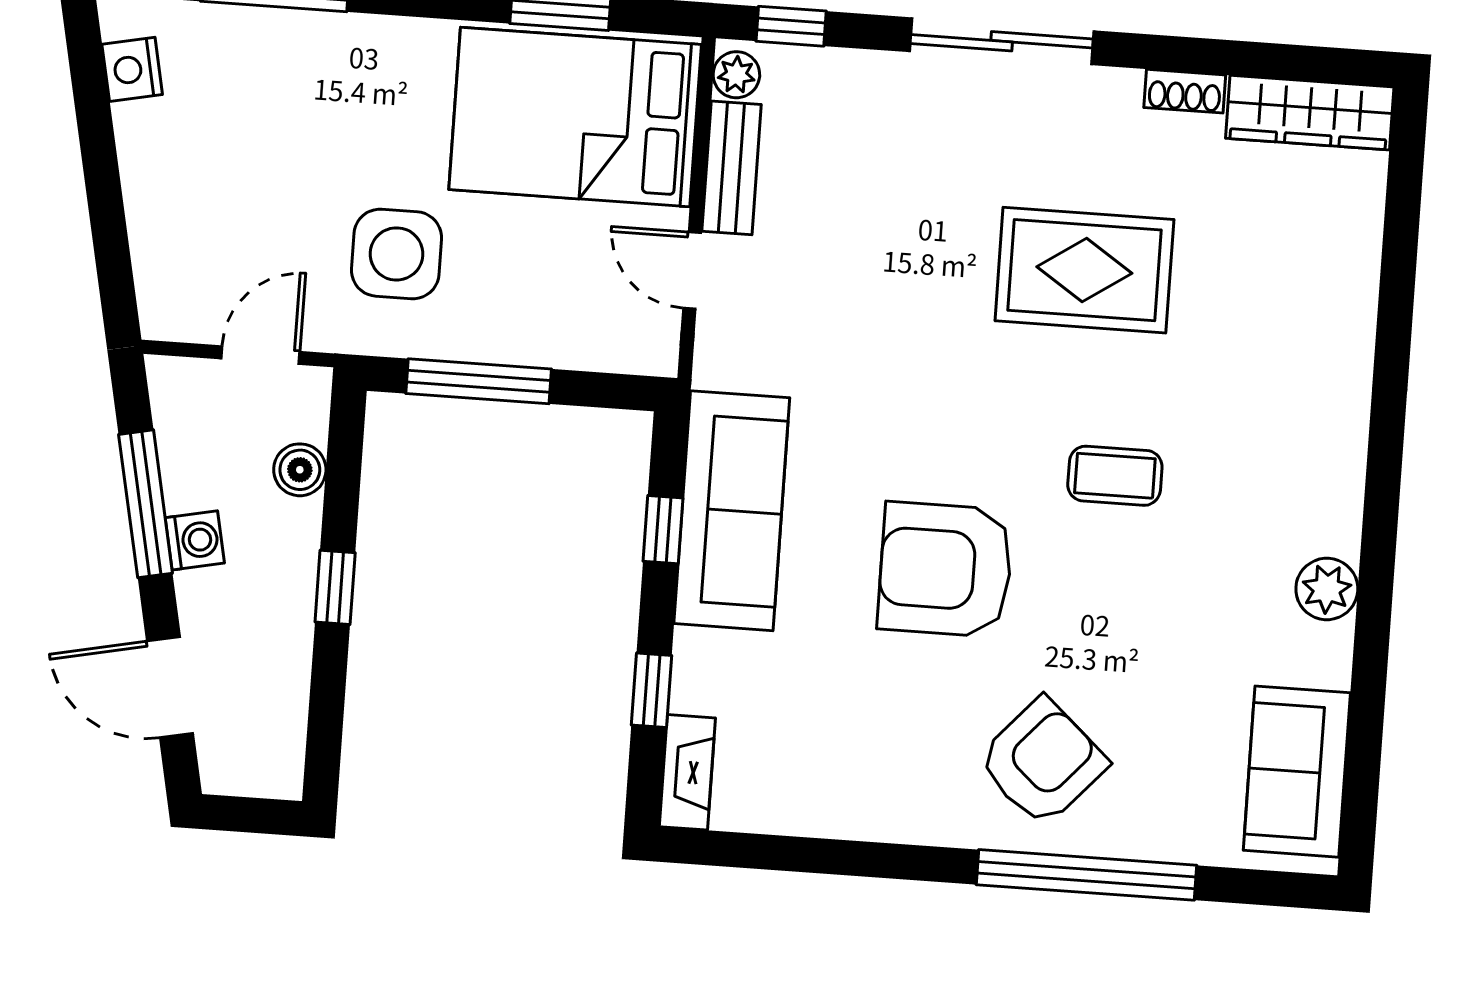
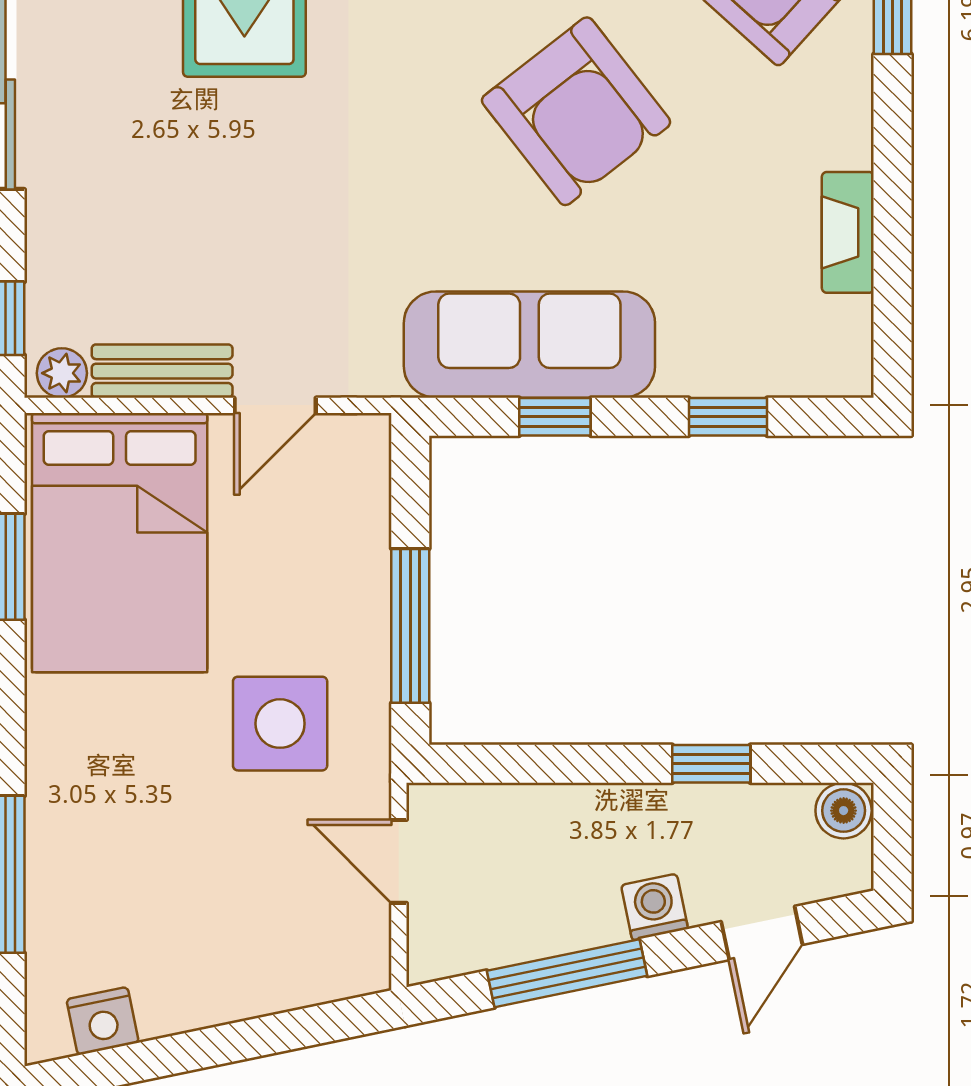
boiler: (300, 470) -> (844, 811), moved
washing machine: (195, 540) -> (654, 907), moved
armchair: (945, 570) -> (576, 111), turned -38
window: (335, 587) -> (711, 764), moved
door: (170, 687) -> (762, 933), width x0.73
fireplace: (687, 772) -> (848, 232), moved, turned -90

